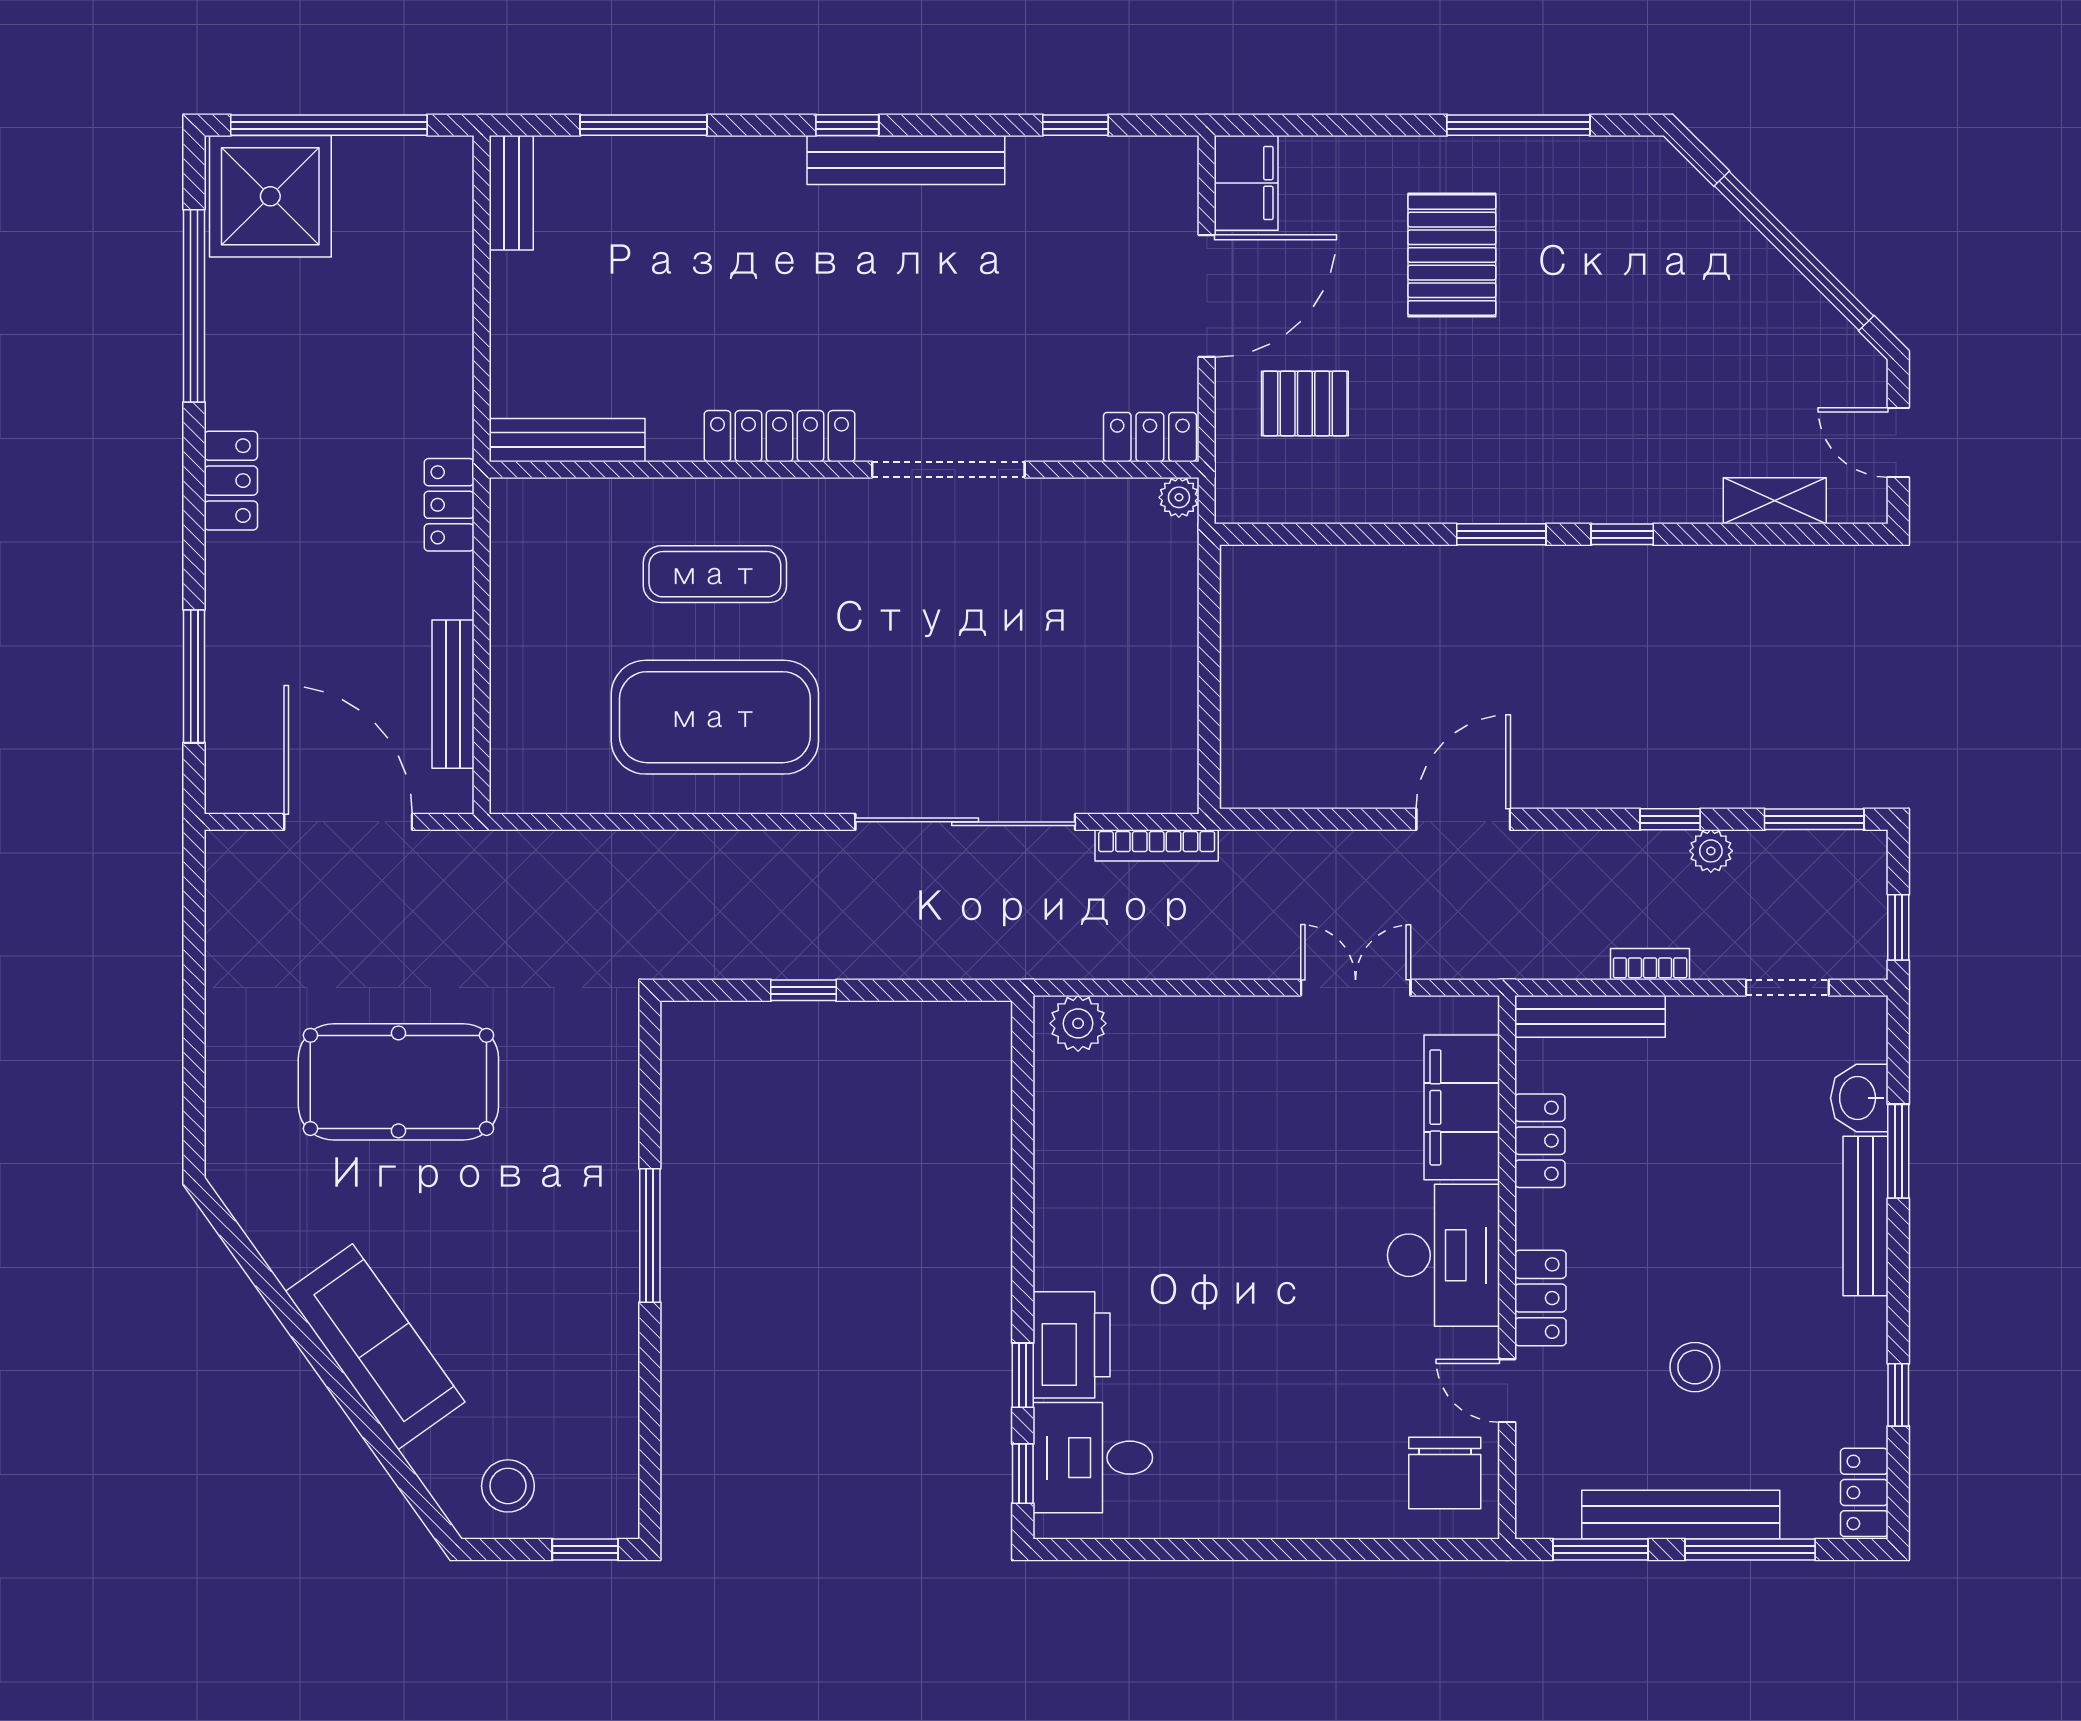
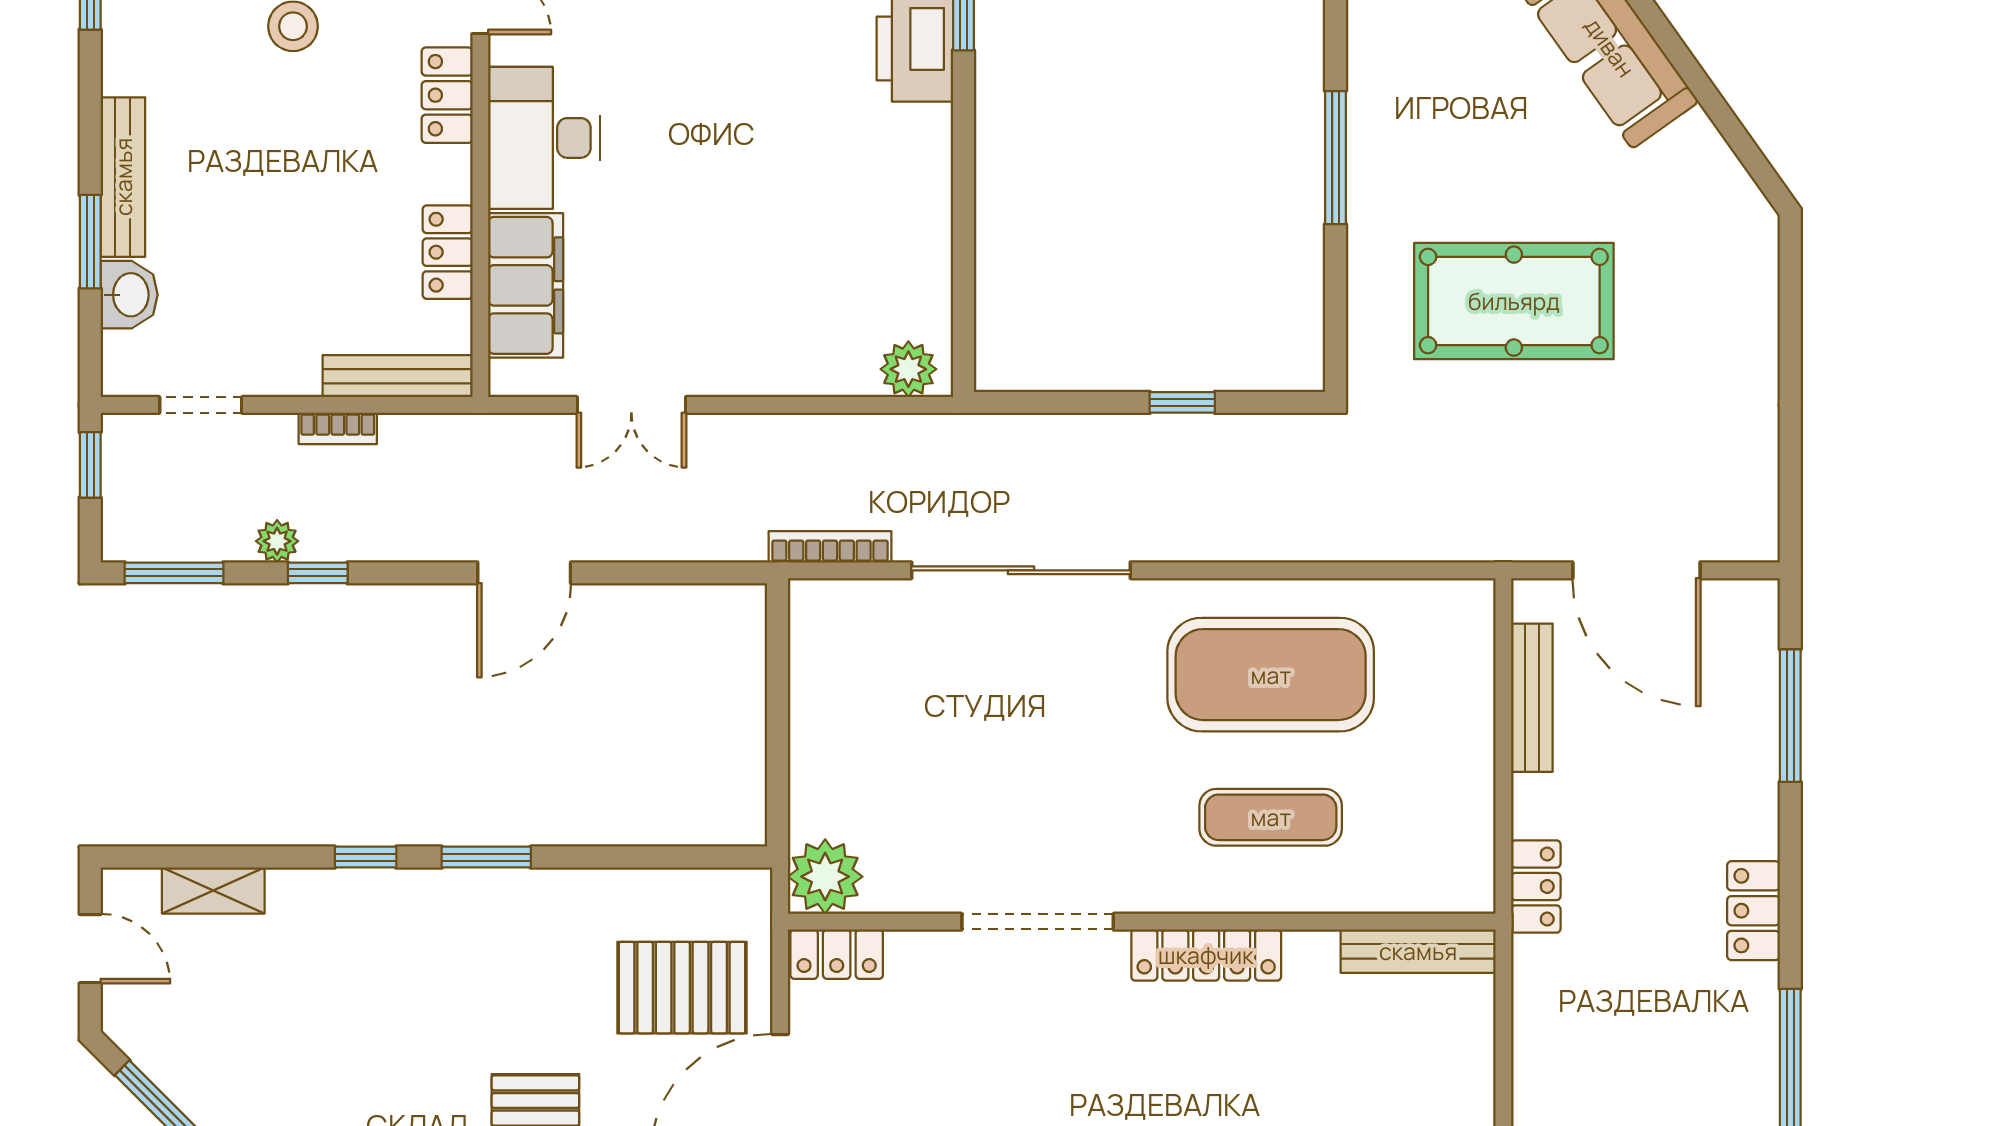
pallet: (1305, 403) -> (682, 988), width x1.50, depth x1.42
plant: (1179, 497) -> (825, 877), width x1.87, depth x1.87
pool table: (398, 1082) -> (1514, 301), moved

